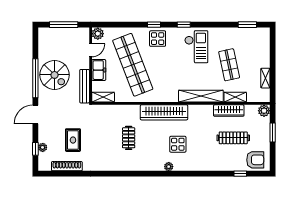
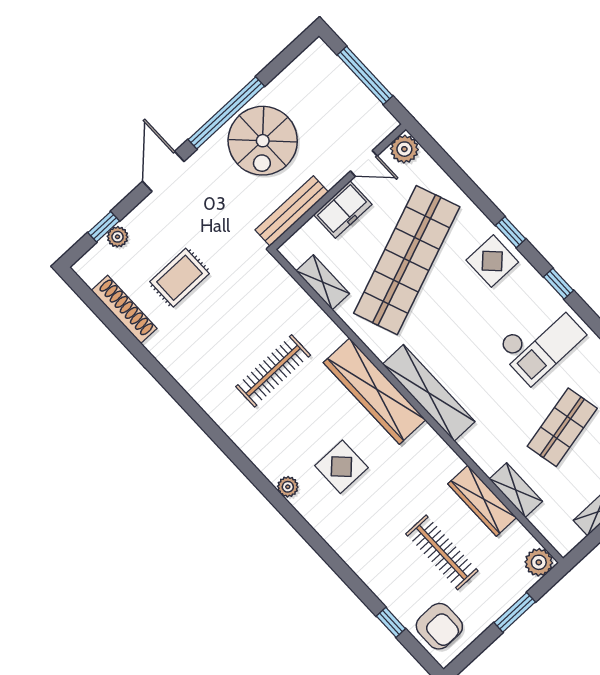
shelving: (201, 96) -> (429, 393), moved
shelving: (103, 97) -> (323, 282), moved
door: (35, 115) -> (163, 171), hinge flipped
clothes rail: (129, 138) -> (273, 371), width x1.36

